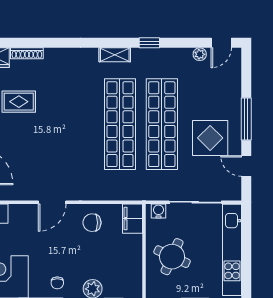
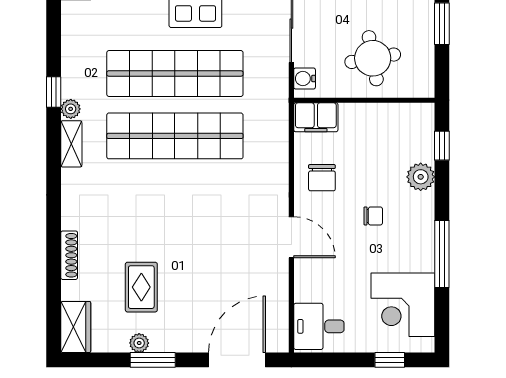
shoe rack: (27, 53) -> (69, 255), moved
plant: (200, 54) -> (71, 109), moved
round table: (172, 257) -> (373, 58), turned -34
chair: (57, 283) -> (373, 216), moved

